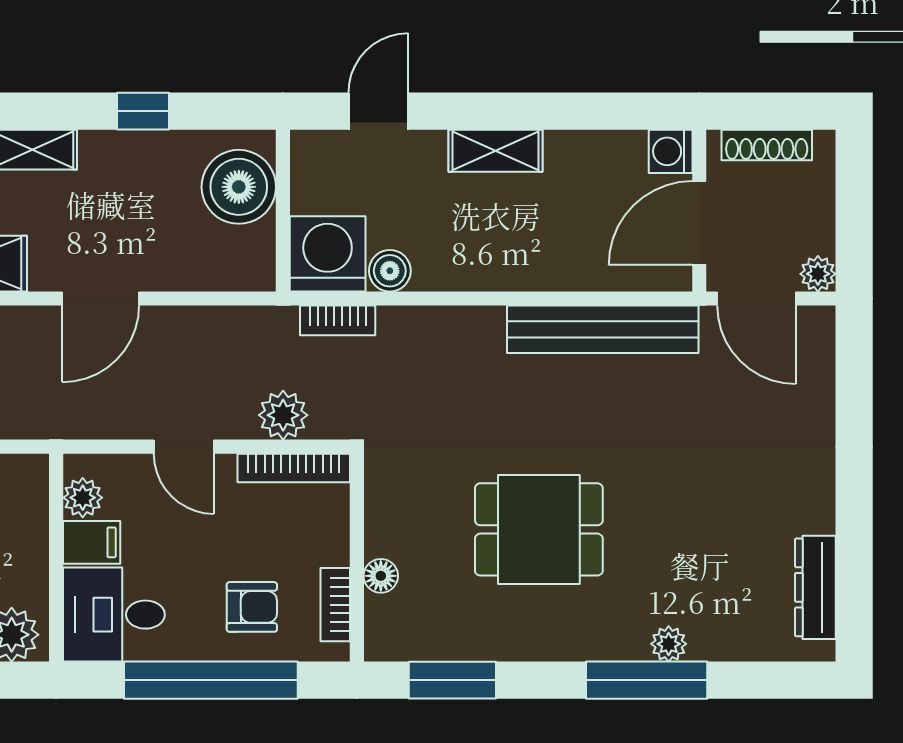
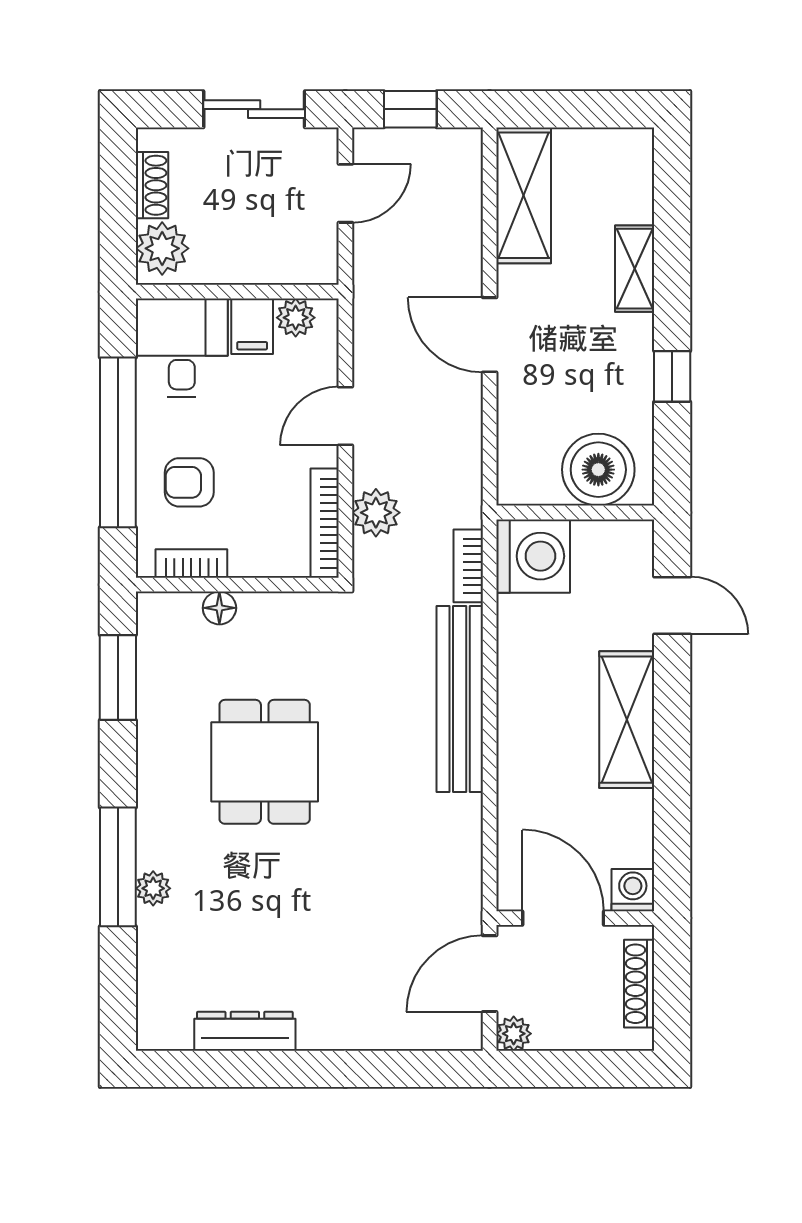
shelving: (496, 151) -> (627, 720), width x1.50, depth x1.33
boiler: (390, 271) -> (517, 617), removed
bench: (603, 329) -> (460, 699), moved
dresser: (815, 587) -> (245, 1031), moved
armchair: (252, 607) -> (189, 482), turned 90

